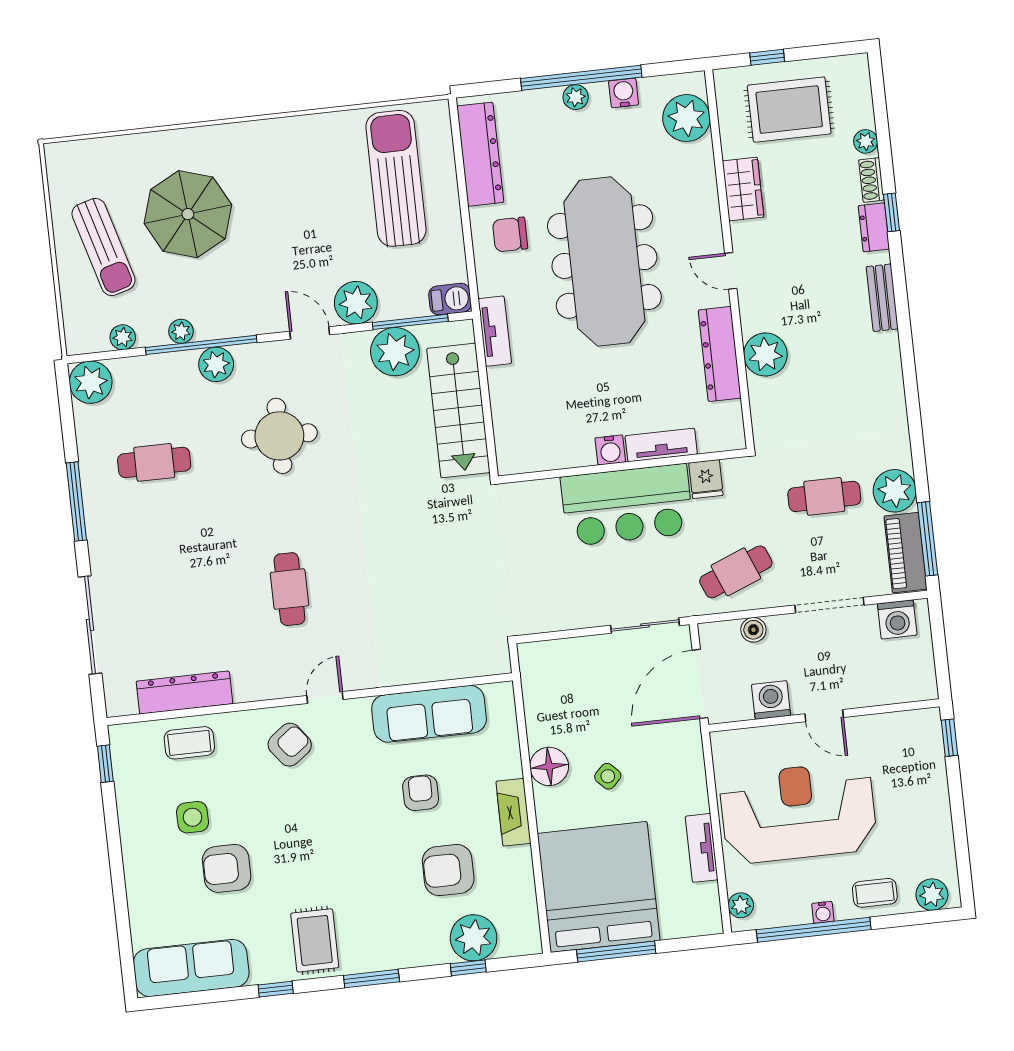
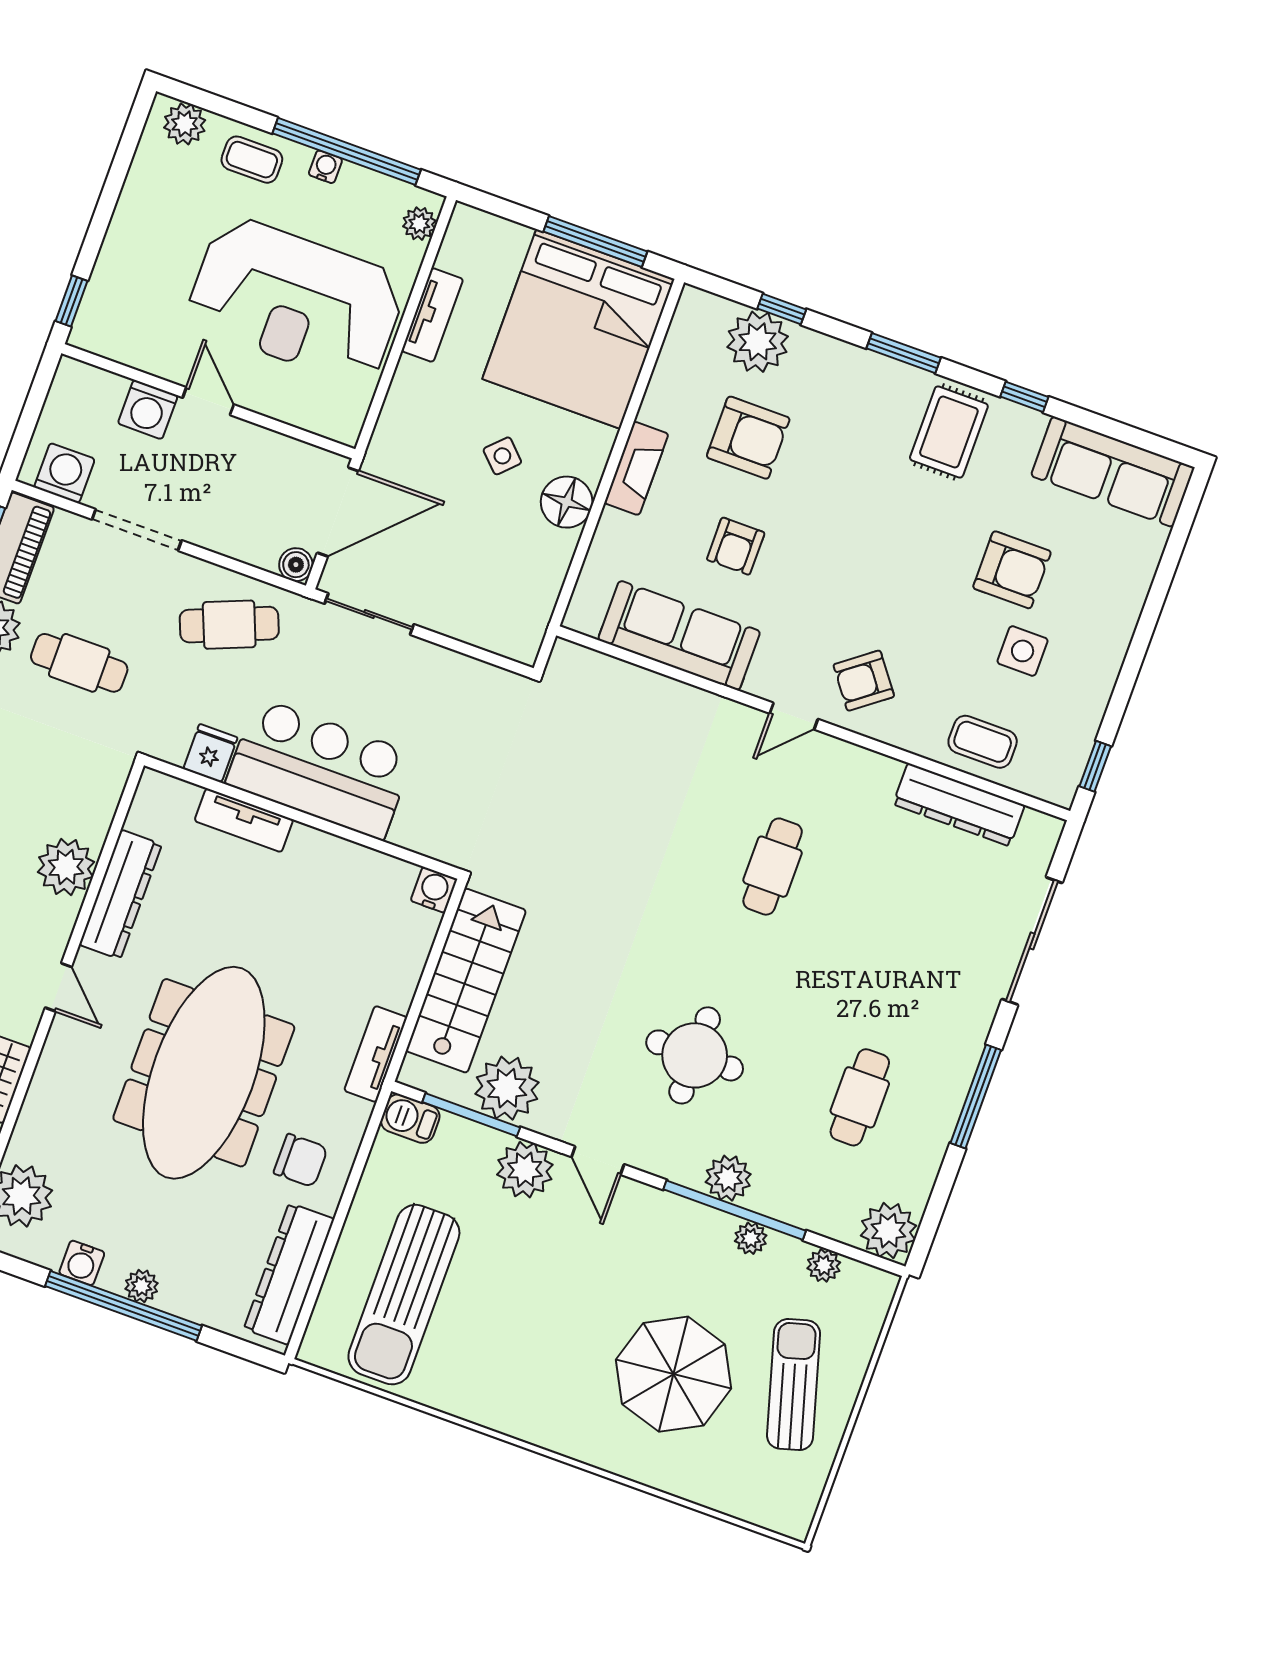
water cooler: (610, 450) -> (434, 890), moved
cafe table: (154, 462) -> (860, 1097), turned 90
boiler: (753, 630) -> (296, 565), moved
washing machine: (771, 700) -> (148, 410), moved

